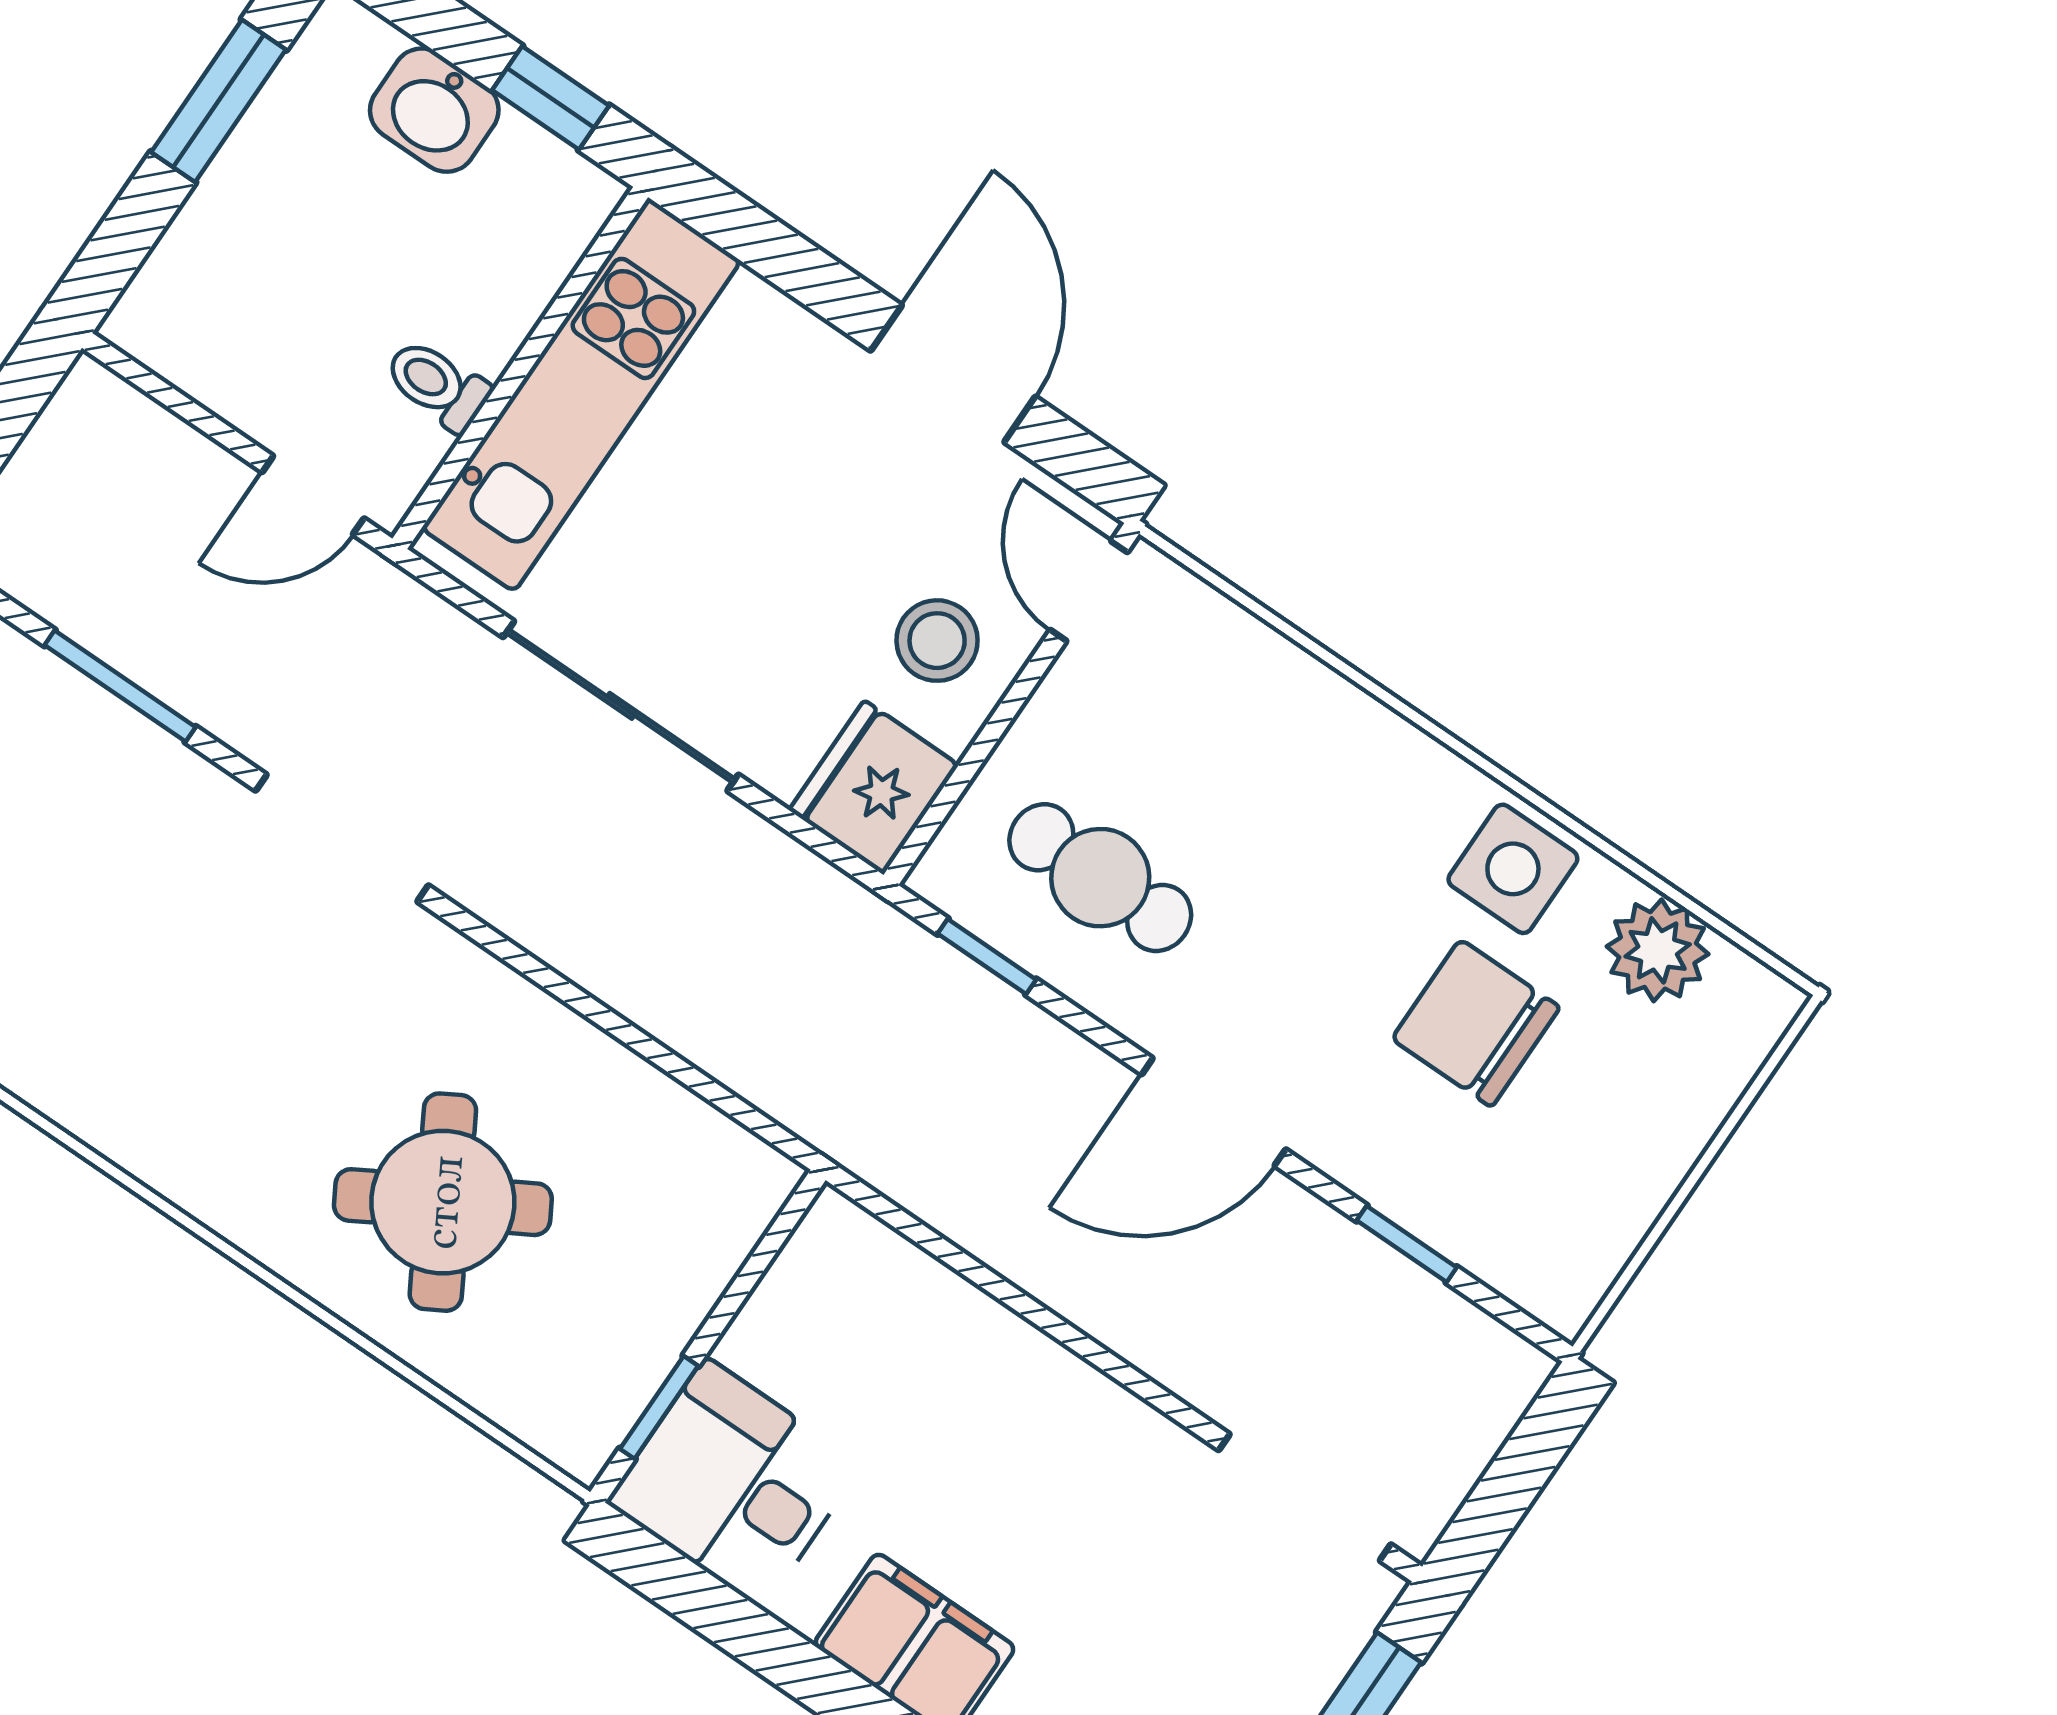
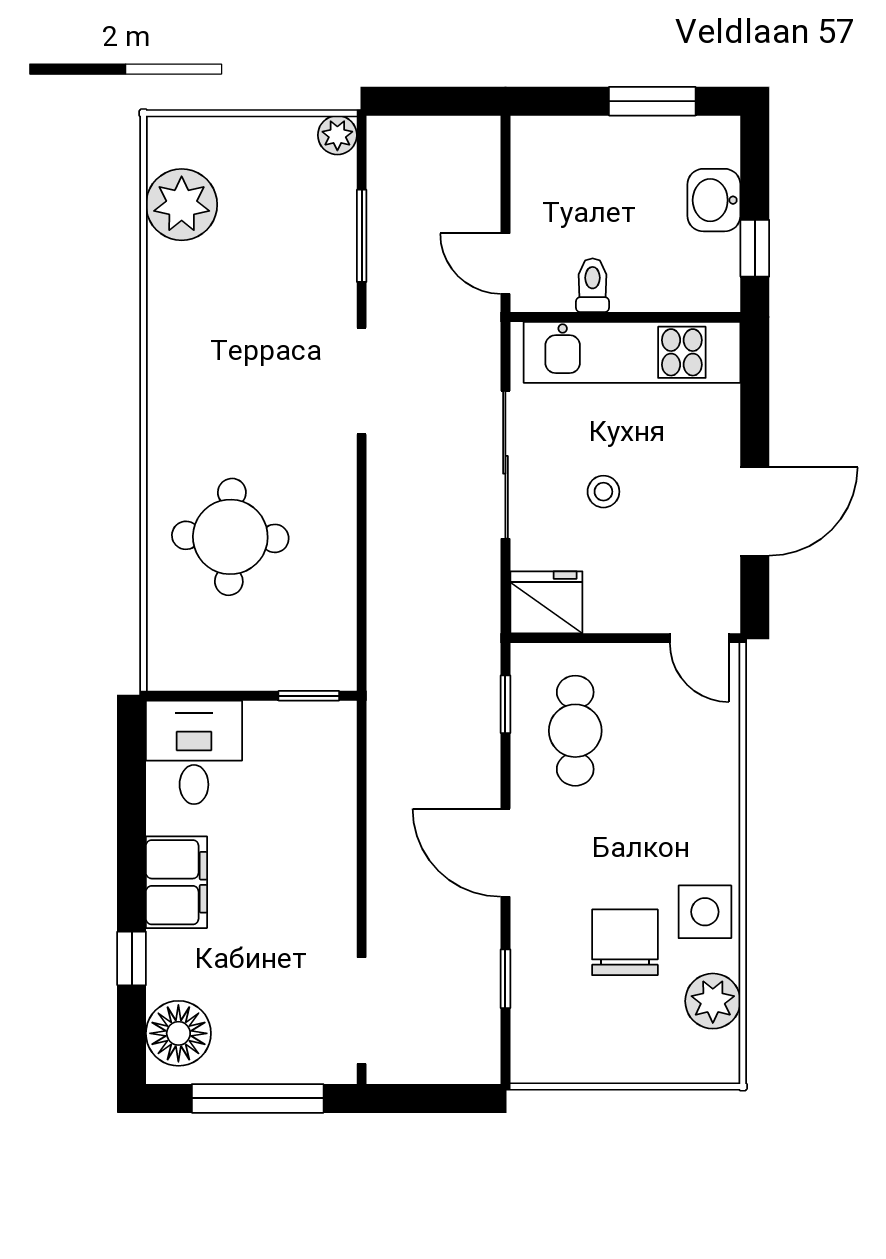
door: (1089, 591) -> (699, 638), swing flipped
stool: (937, 641) -> (603, 492), moved, width x0.73, depth x0.73
round table: (443, 1202) -> (230, 537), turned 32
window: (659, 1407) -> (309, 696), moved

